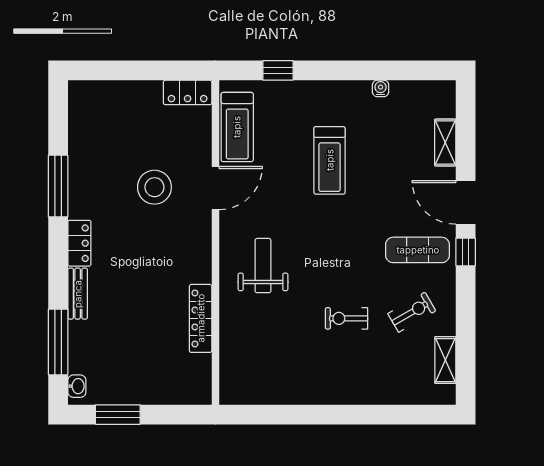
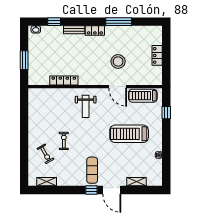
locker: (188, 92) -> (157, 55), moved
treadmill: (330, 160) -> (129, 134), width x1.37, depth x1.38
door: (466, 202) -> (112, 190), swing flipped
weight bench: (263, 266) -> (86, 106), turned 90
exercise bike: (412, 312) -> (45, 154), moved
window: (58, 342) -> (54, 22), width x0.46
window: (118, 415) -> (24, 60), moved

